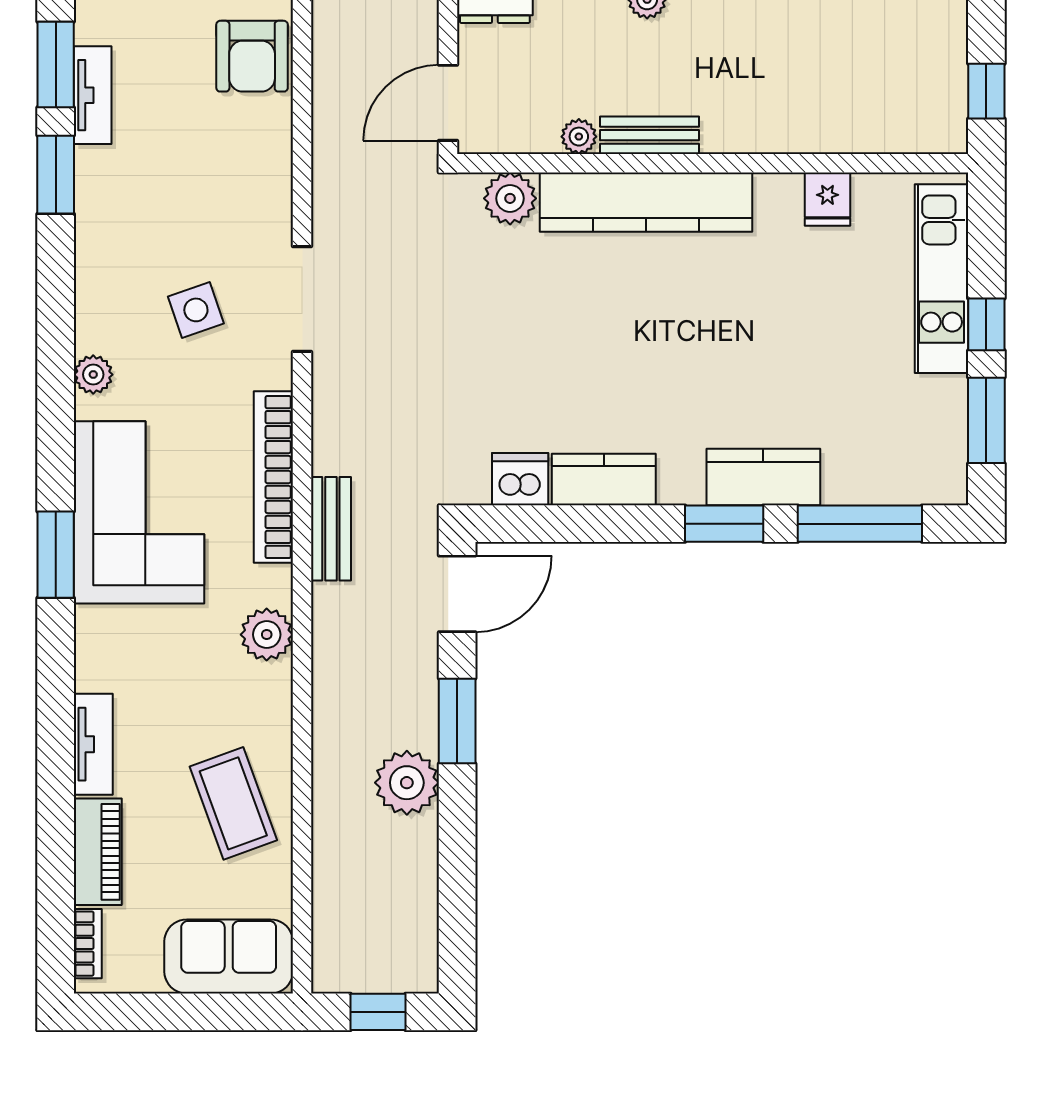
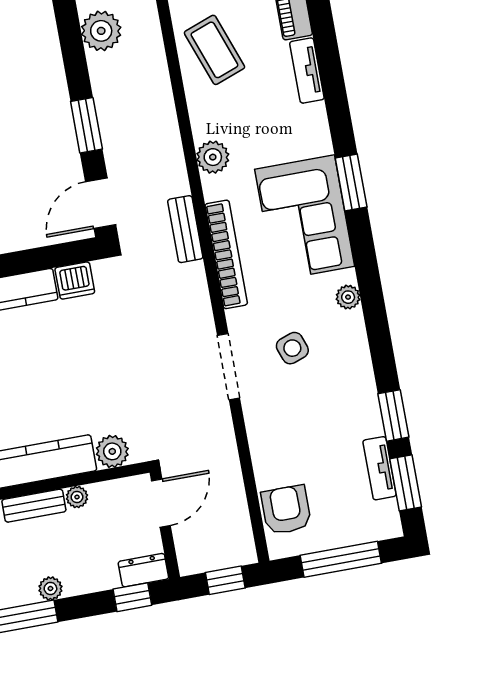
plant: (407, 783) -> (101, 31), moved

